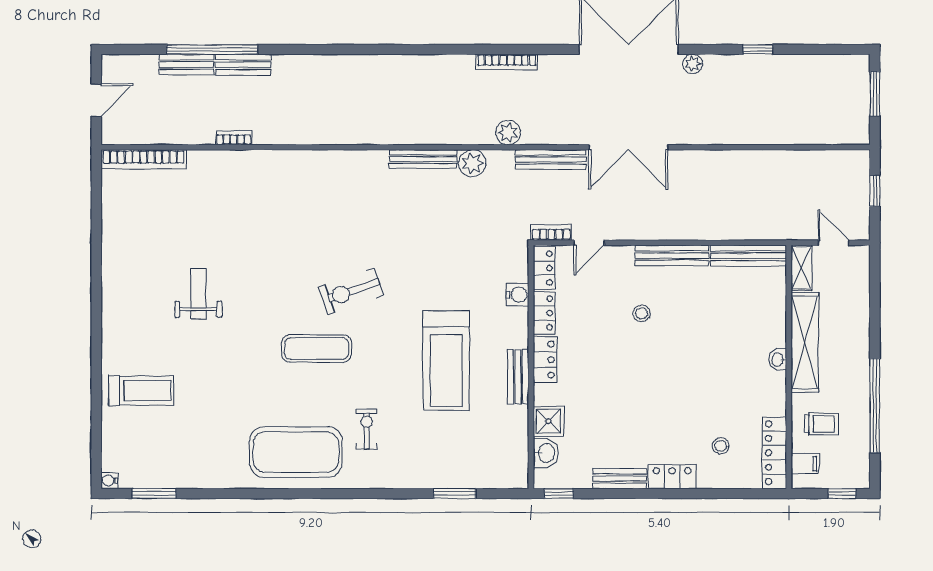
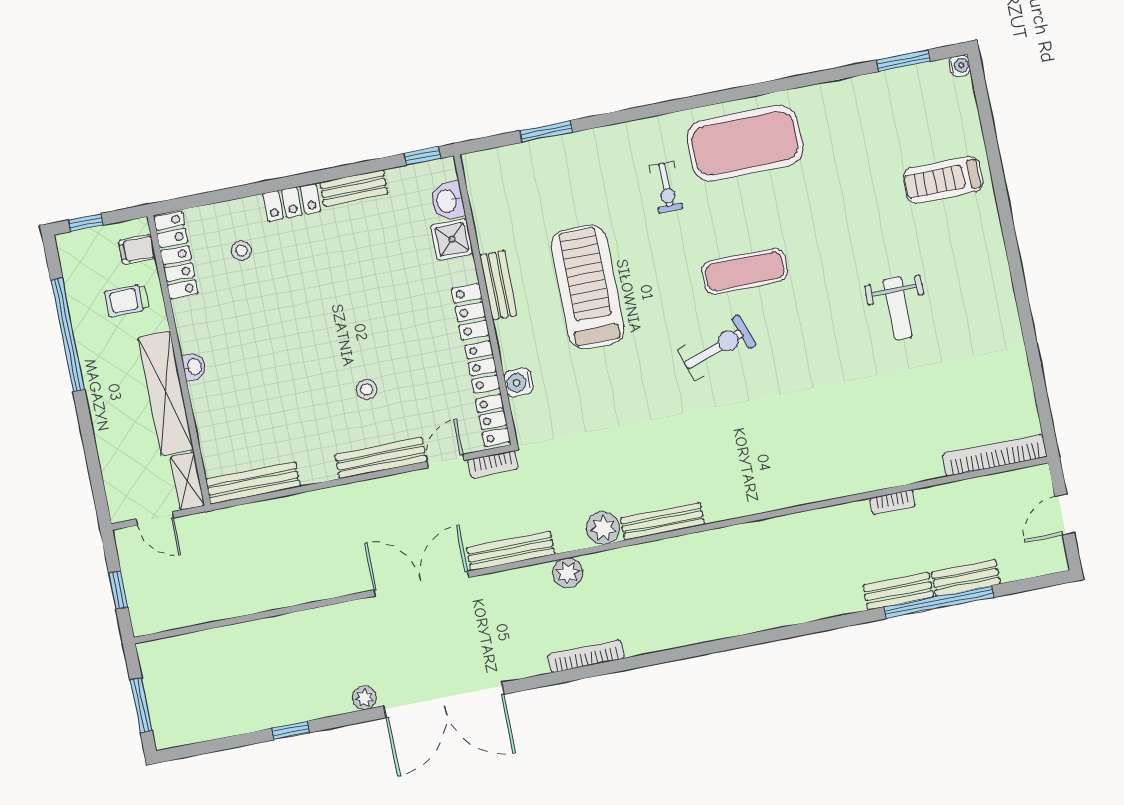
bench: (672, 256) -> (381, 458), moved

